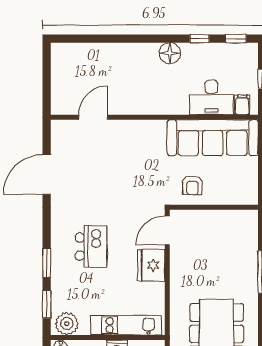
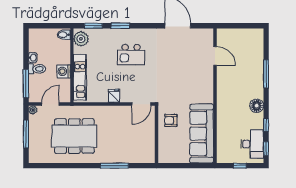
window: (121, 39) -> (266, 74), added
desk: (211, 98) -> (252, 144), moved, turned 180
filing cabinet: (242, 105) -> (223, 153), removed
door: (167, 230) -> (141, 104), swing flipped
fridge: (151, 265) -> (114, 96), width x0.53, depth x0.75

